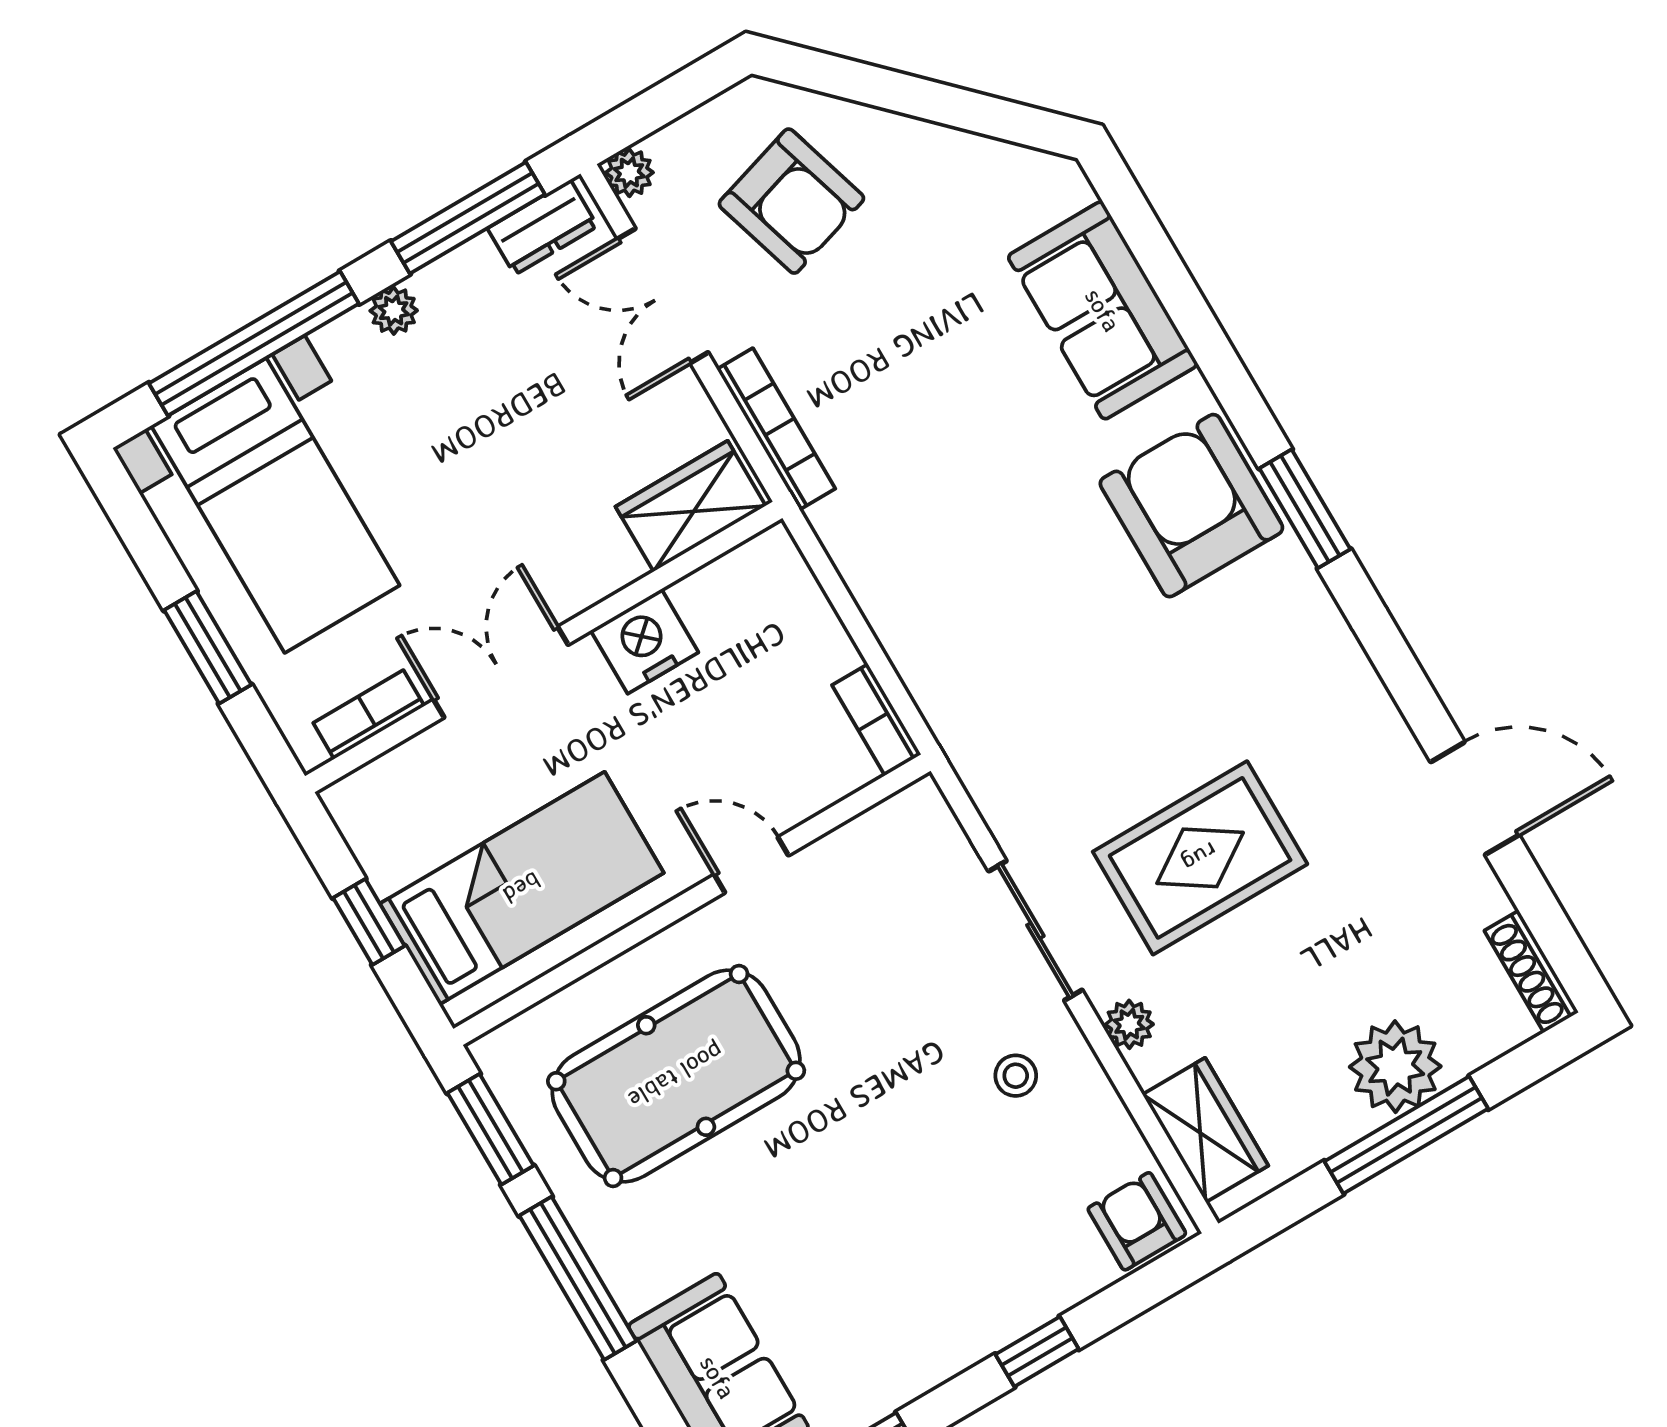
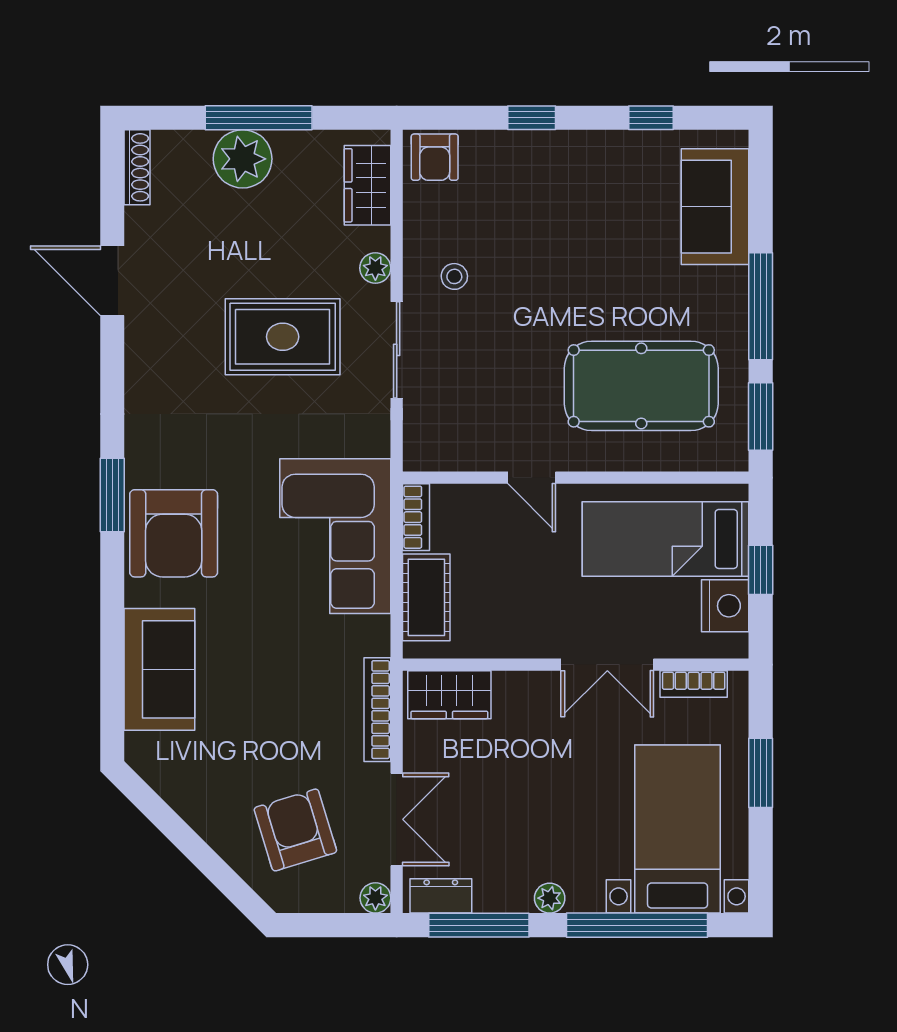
cot: (799, 619) -> (426, 597), added
corner sofa: (971, 630) -> (335, 536), added
nightstand: (645, 641) -> (725, 606), moved, turned -90

